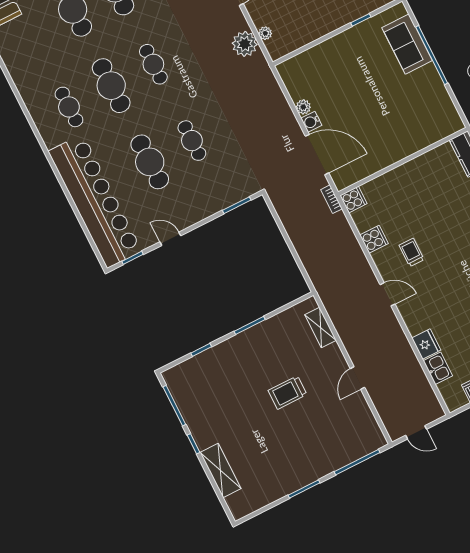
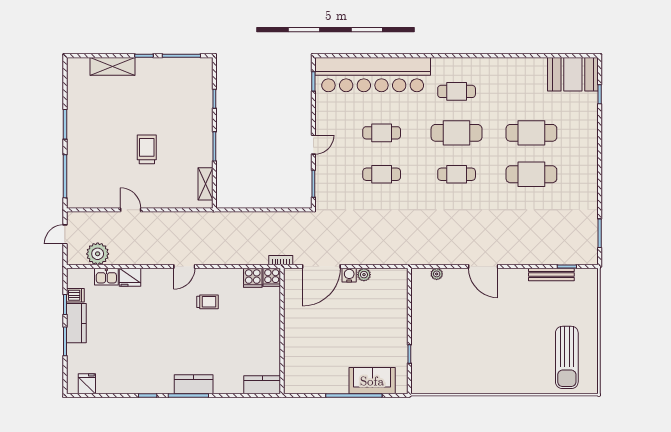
plant: (245, 44) -> (98, 254), moved
cafe table: (150, 162) -> (382, 133), width x0.73, depth x0.74
door: (170, 239) -> (313, 145), moved
cooker: (374, 239) -> (253, 278), moved
shelving: (321, 328) -> (205, 184), moved, turned 90

